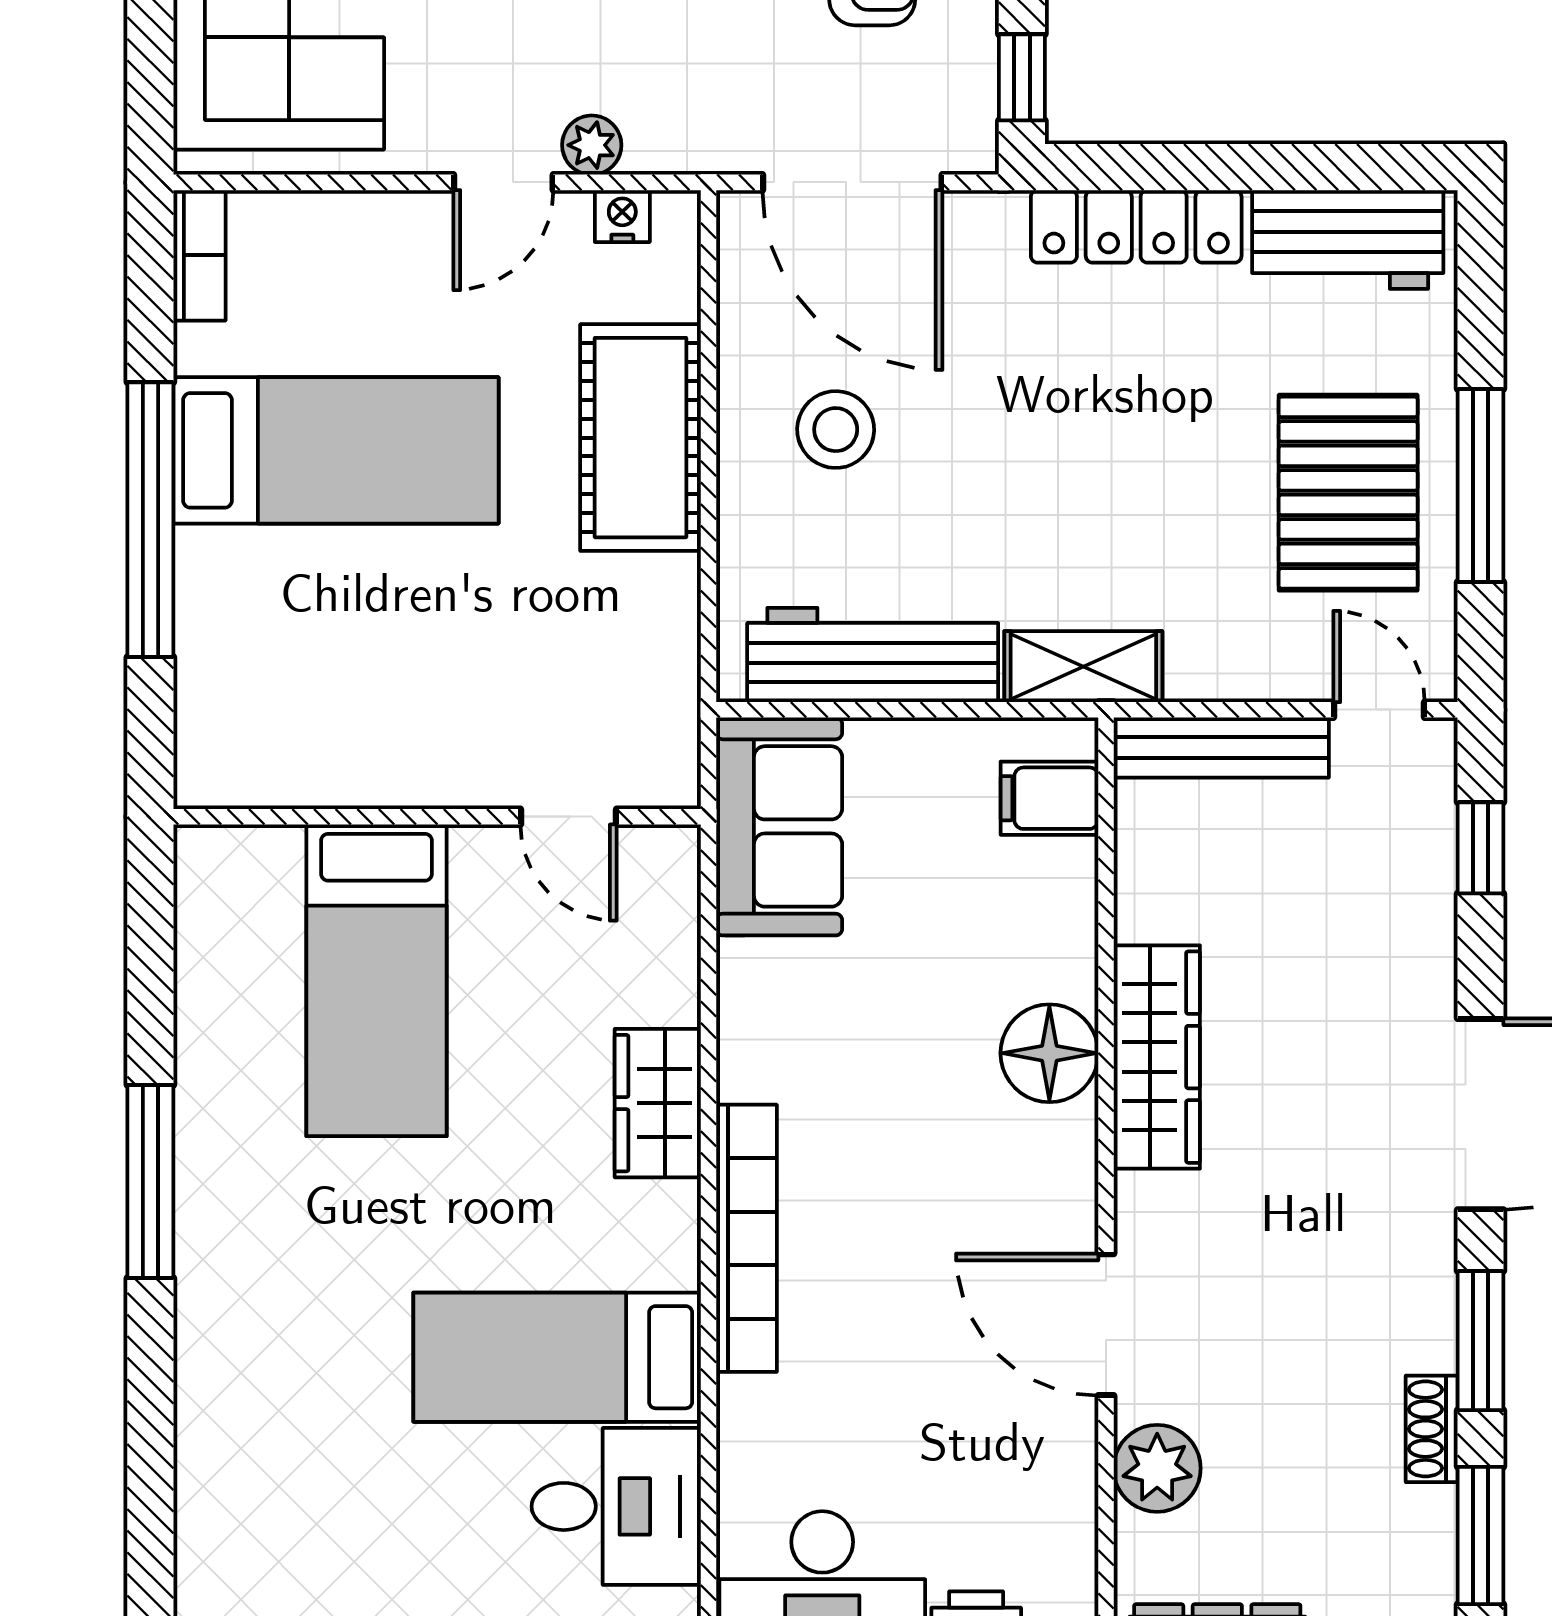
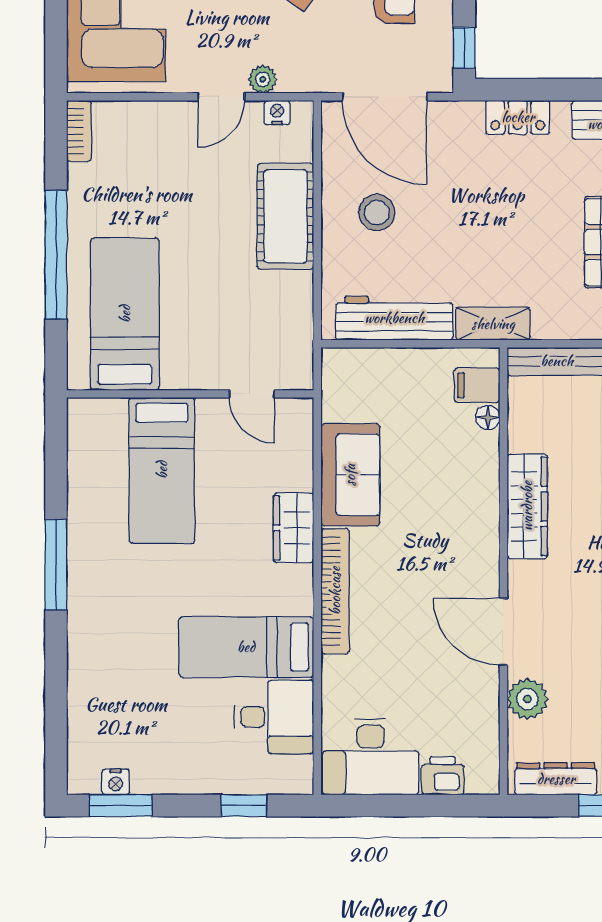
locker: (1136, 226) -> (518, 117), width x0.66
bed: (336, 450) -> (125, 314), moved, turned -90
sofa: (779, 826) -> (350, 475), moved
floor lamp: (1049, 1053) -> (488, 417), moved, width x0.53, depth x0.53

